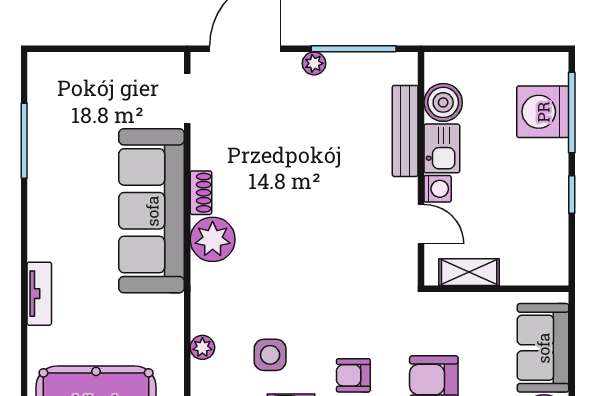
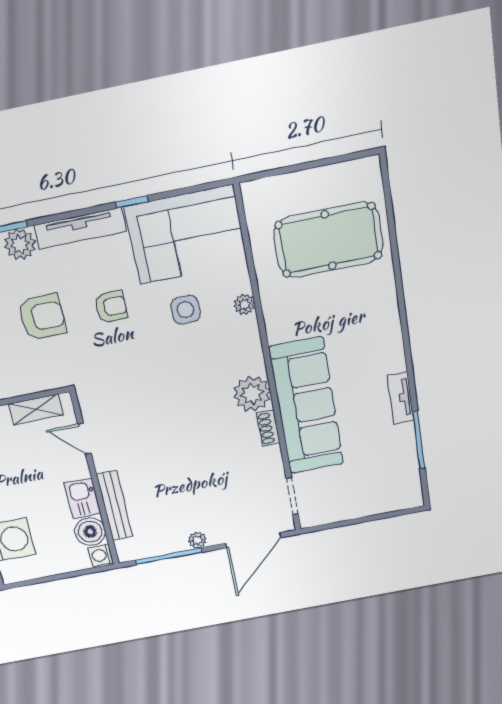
washing machine: (438, 189) -> (101, 555), moved
tv unit: (39, 294) -> (401, 398), moved

